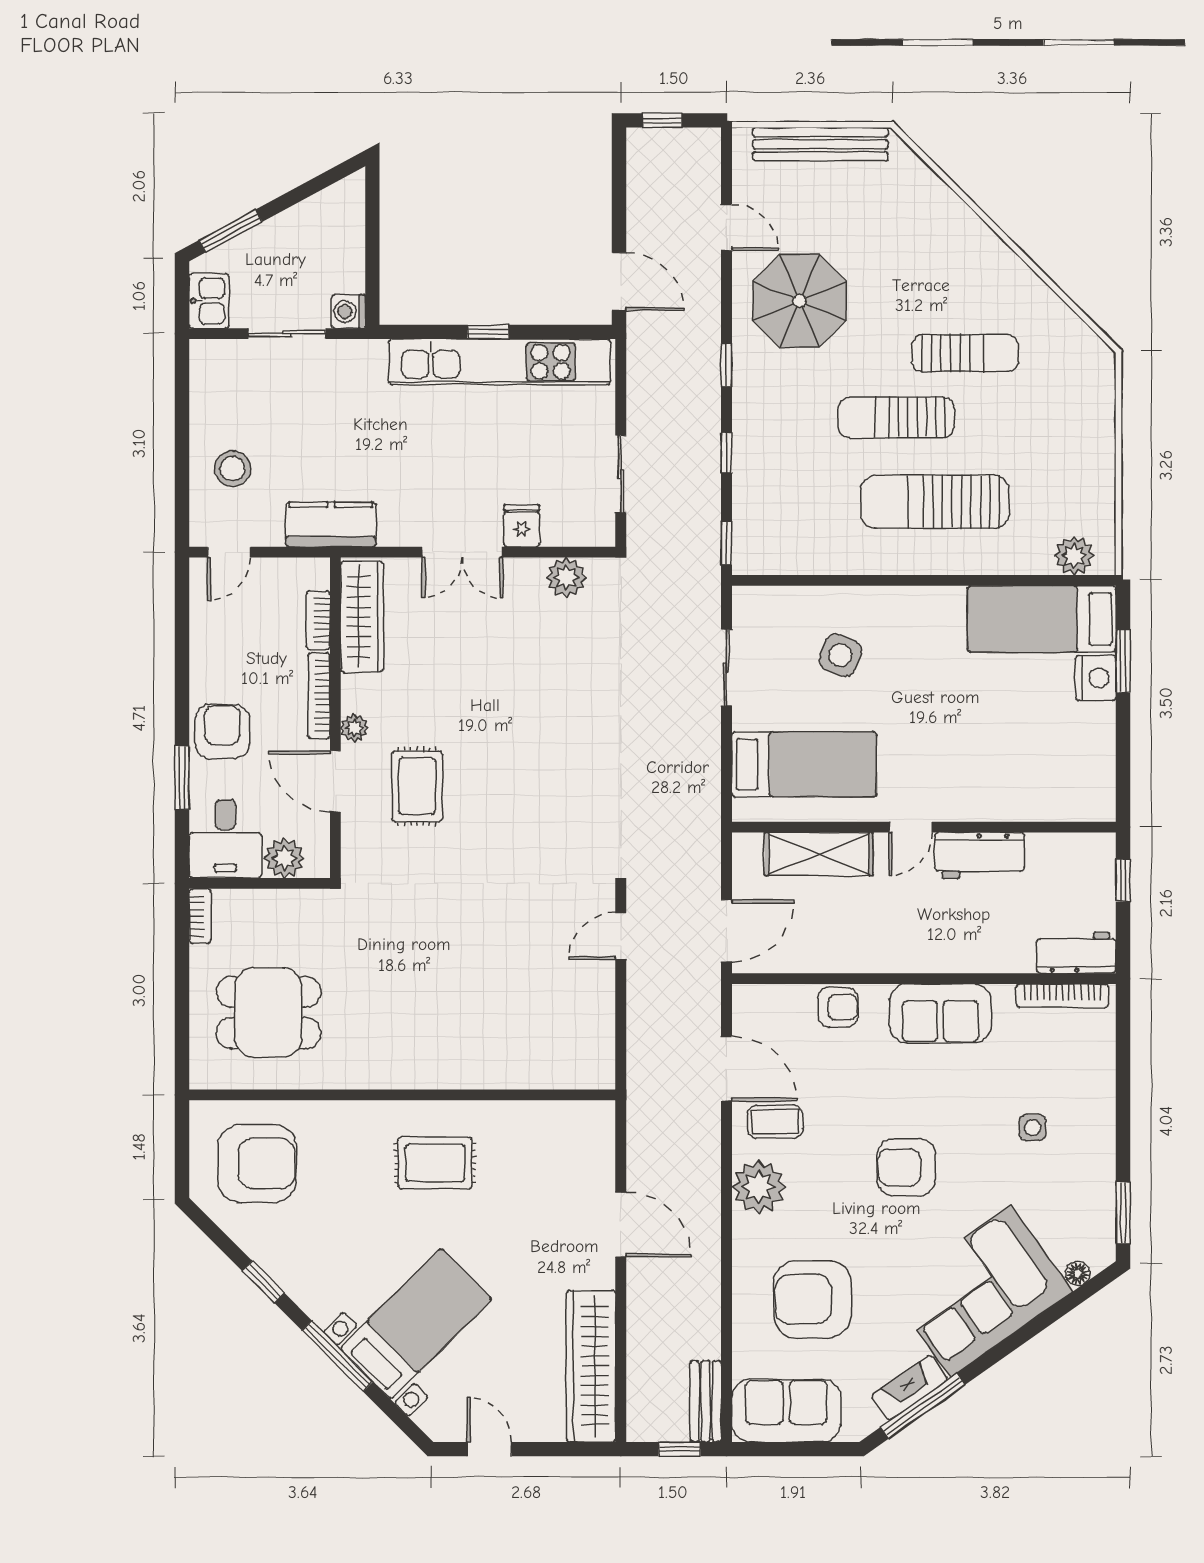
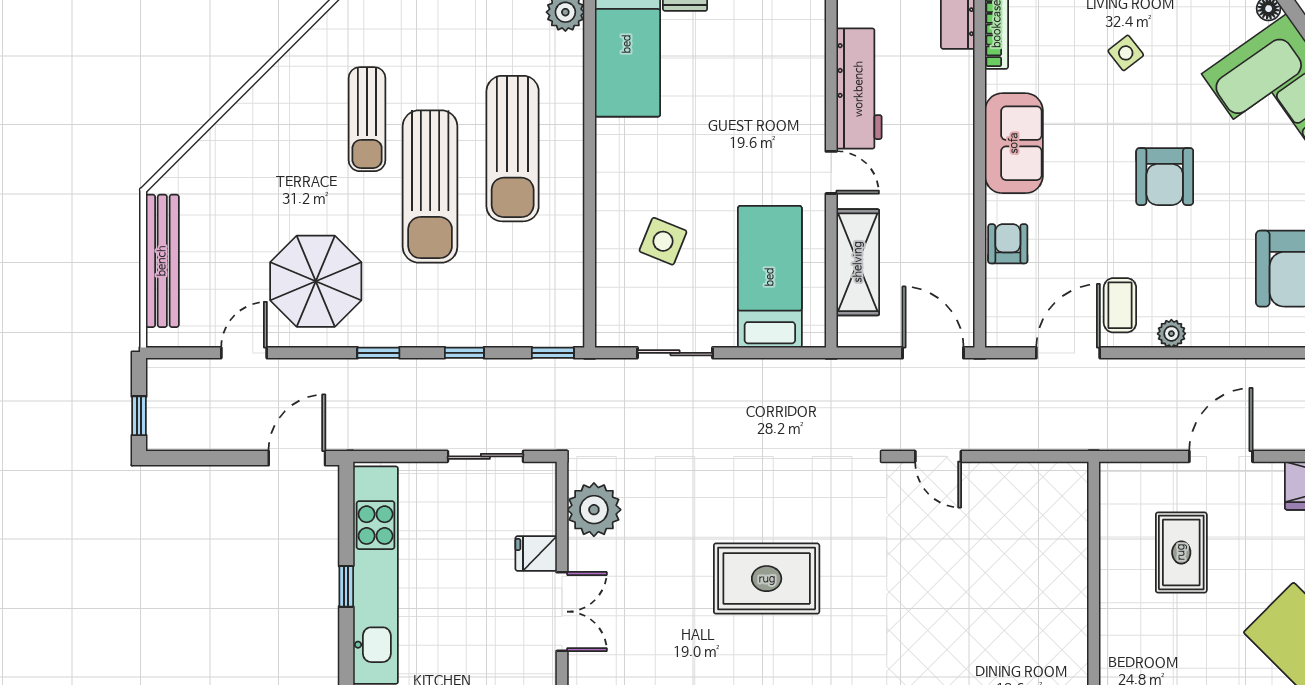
sun lounger: (965, 353) -> (367, 119), turned 180
sun lounger: (896, 418) -> (430, 186), width x1.36, depth x1.34
plant: (566, 578) -> (594, 510), width x1.36, depth x1.36
rug: (417, 786) -> (767, 579), moved, width x1.36, depth x1.43
workbench: (979, 855) -> (859, 89), width x1.37
side table: (1033, 1128) -> (1126, 53), turned -38
rug: (435, 1163) -> (1181, 552), moved
plant: (759, 1187) -> (1171, 334), width x0.53, depth x0.53

